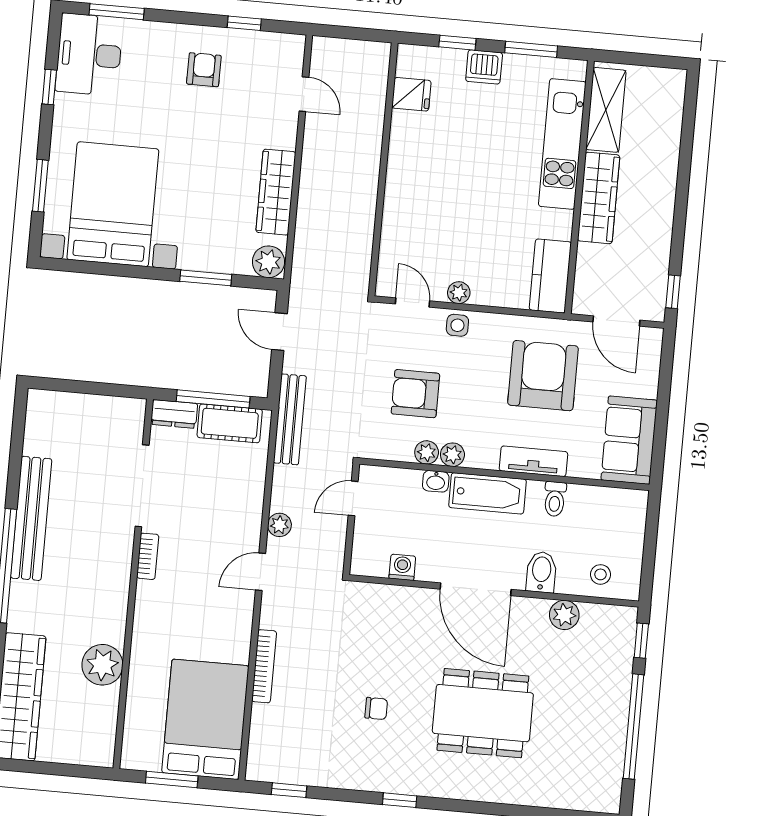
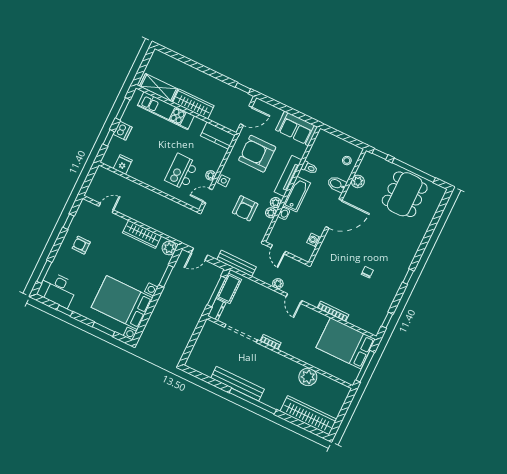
kitchen island: (443, 227) -> (181, 172), added
tv unit: (533, 461) -> (288, 176), width x1.41
dining table: (483, 713) -> (405, 194), moved
window: (172, 779) -> (365, 366), width x1.44

